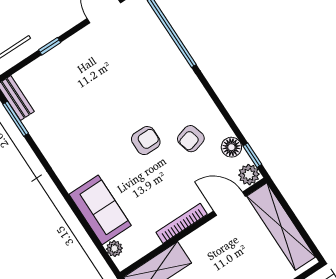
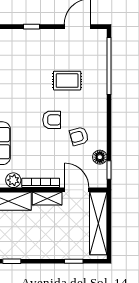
rug: (133, 82) -> (67, 81), added
plant: (249, 175) -> (13, 180), moved
shelving: (201, 237) -> (47, 199), added

